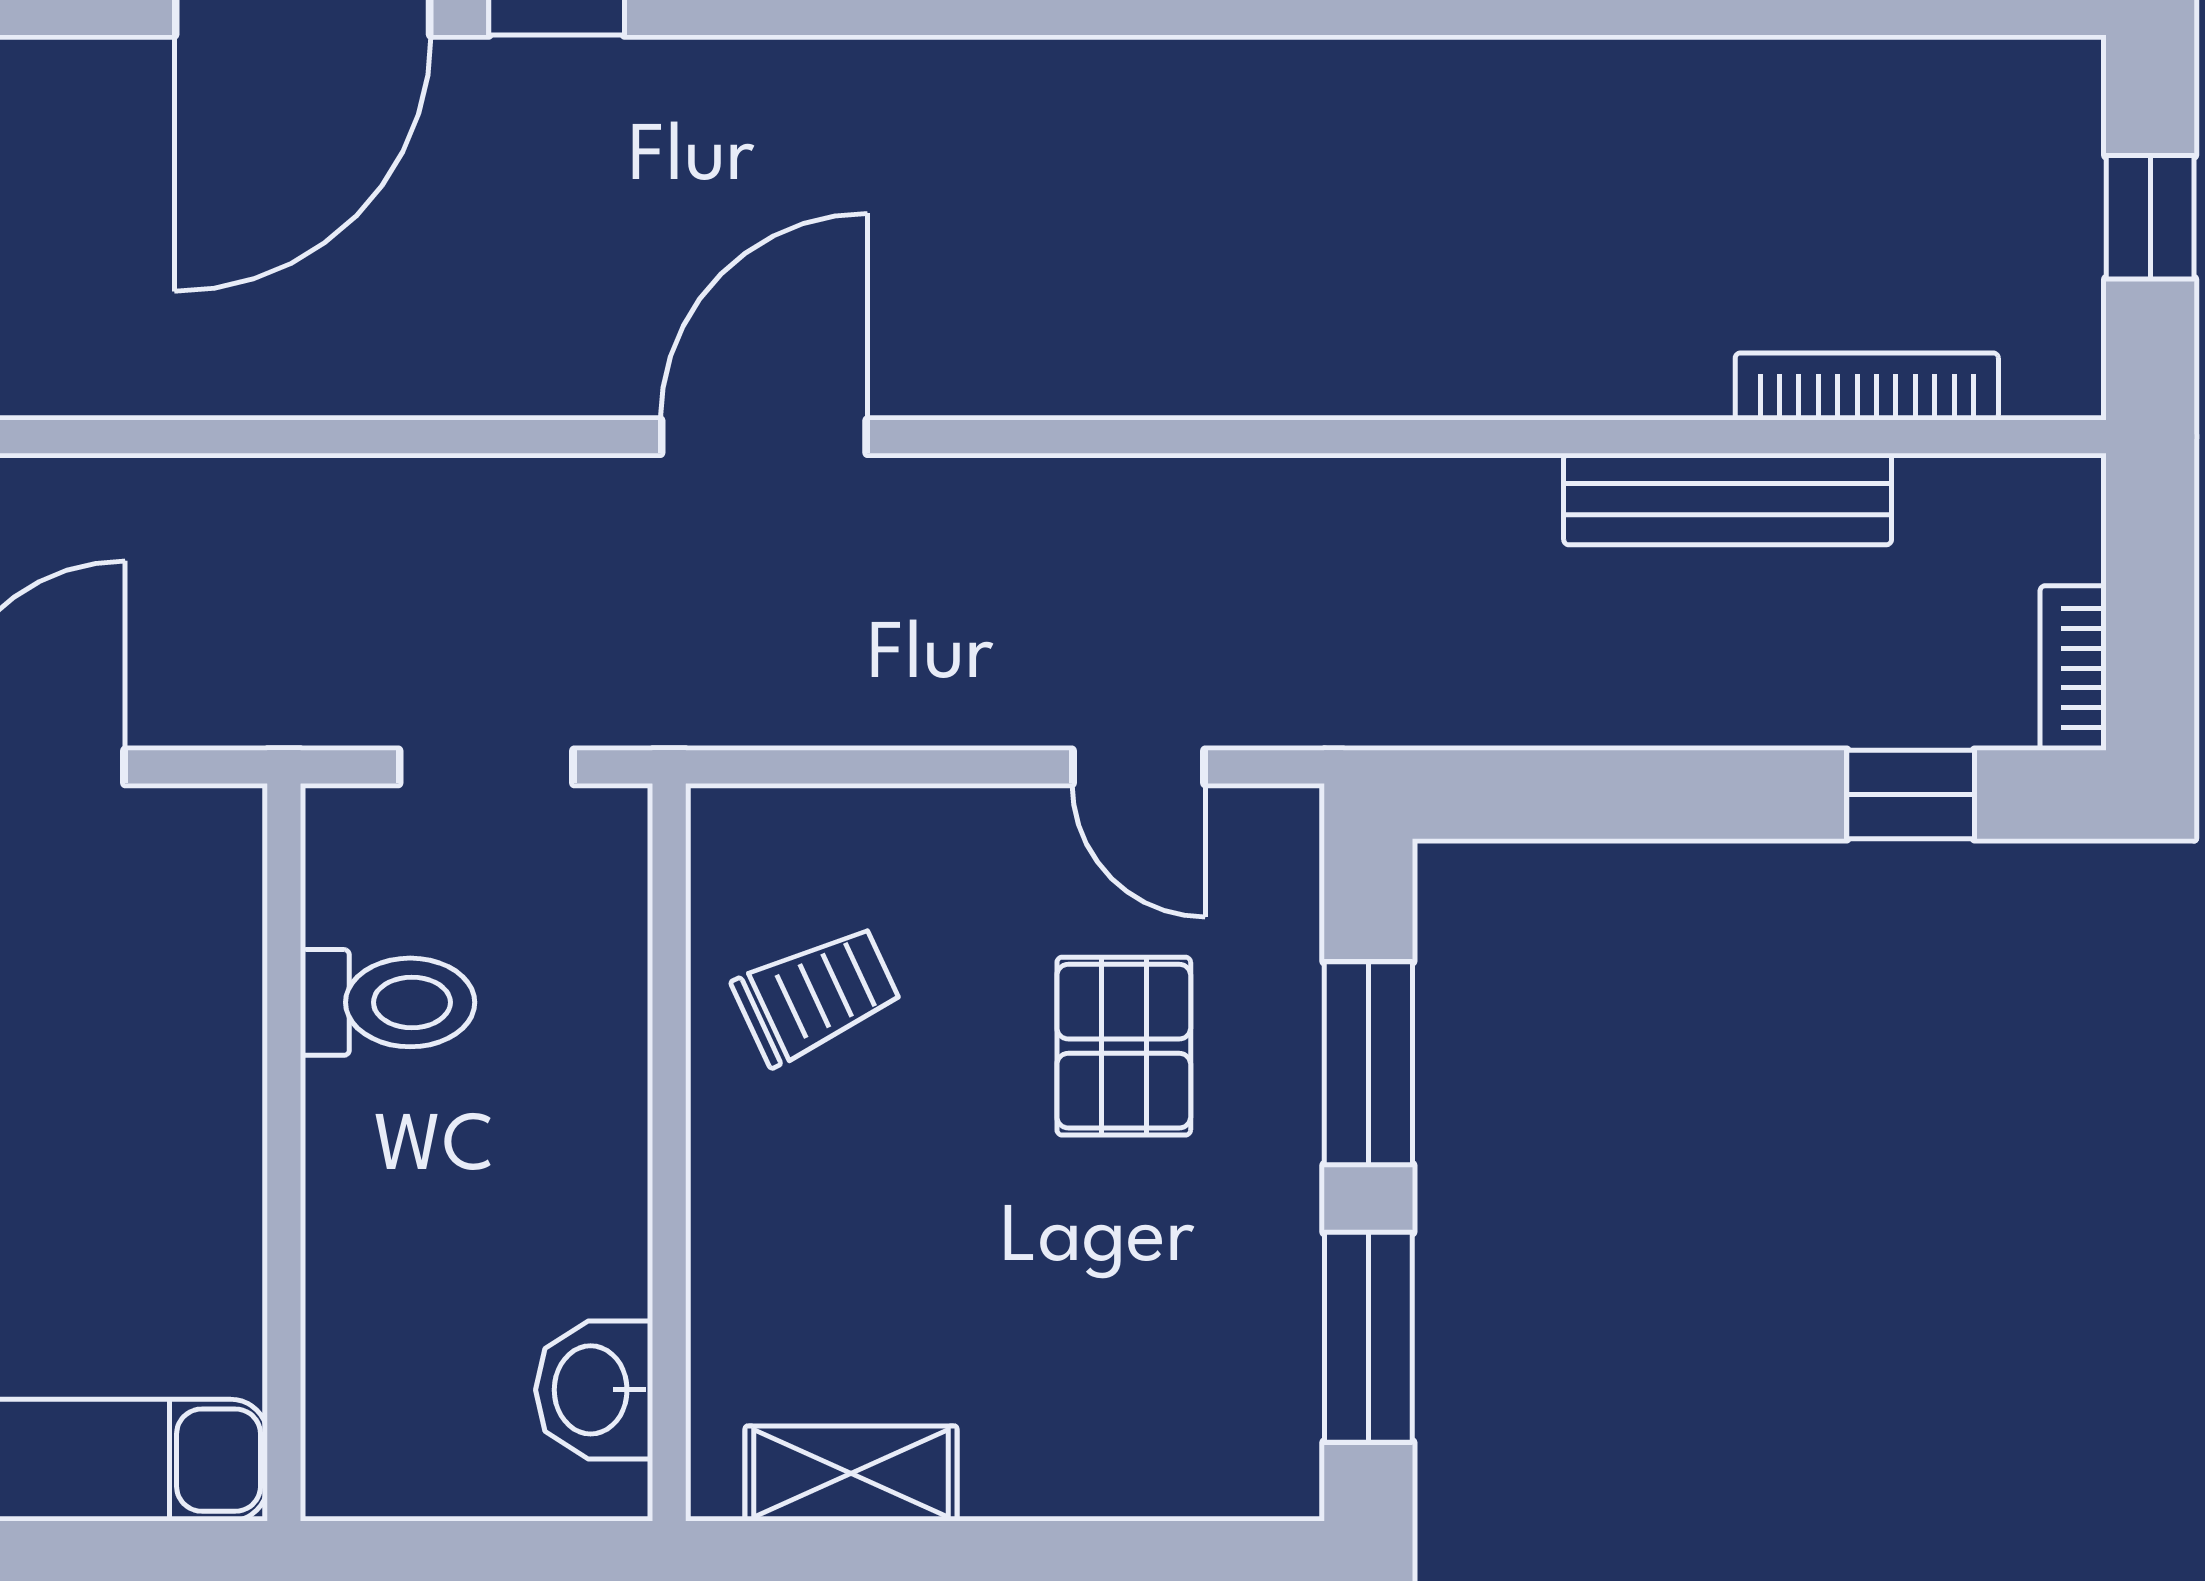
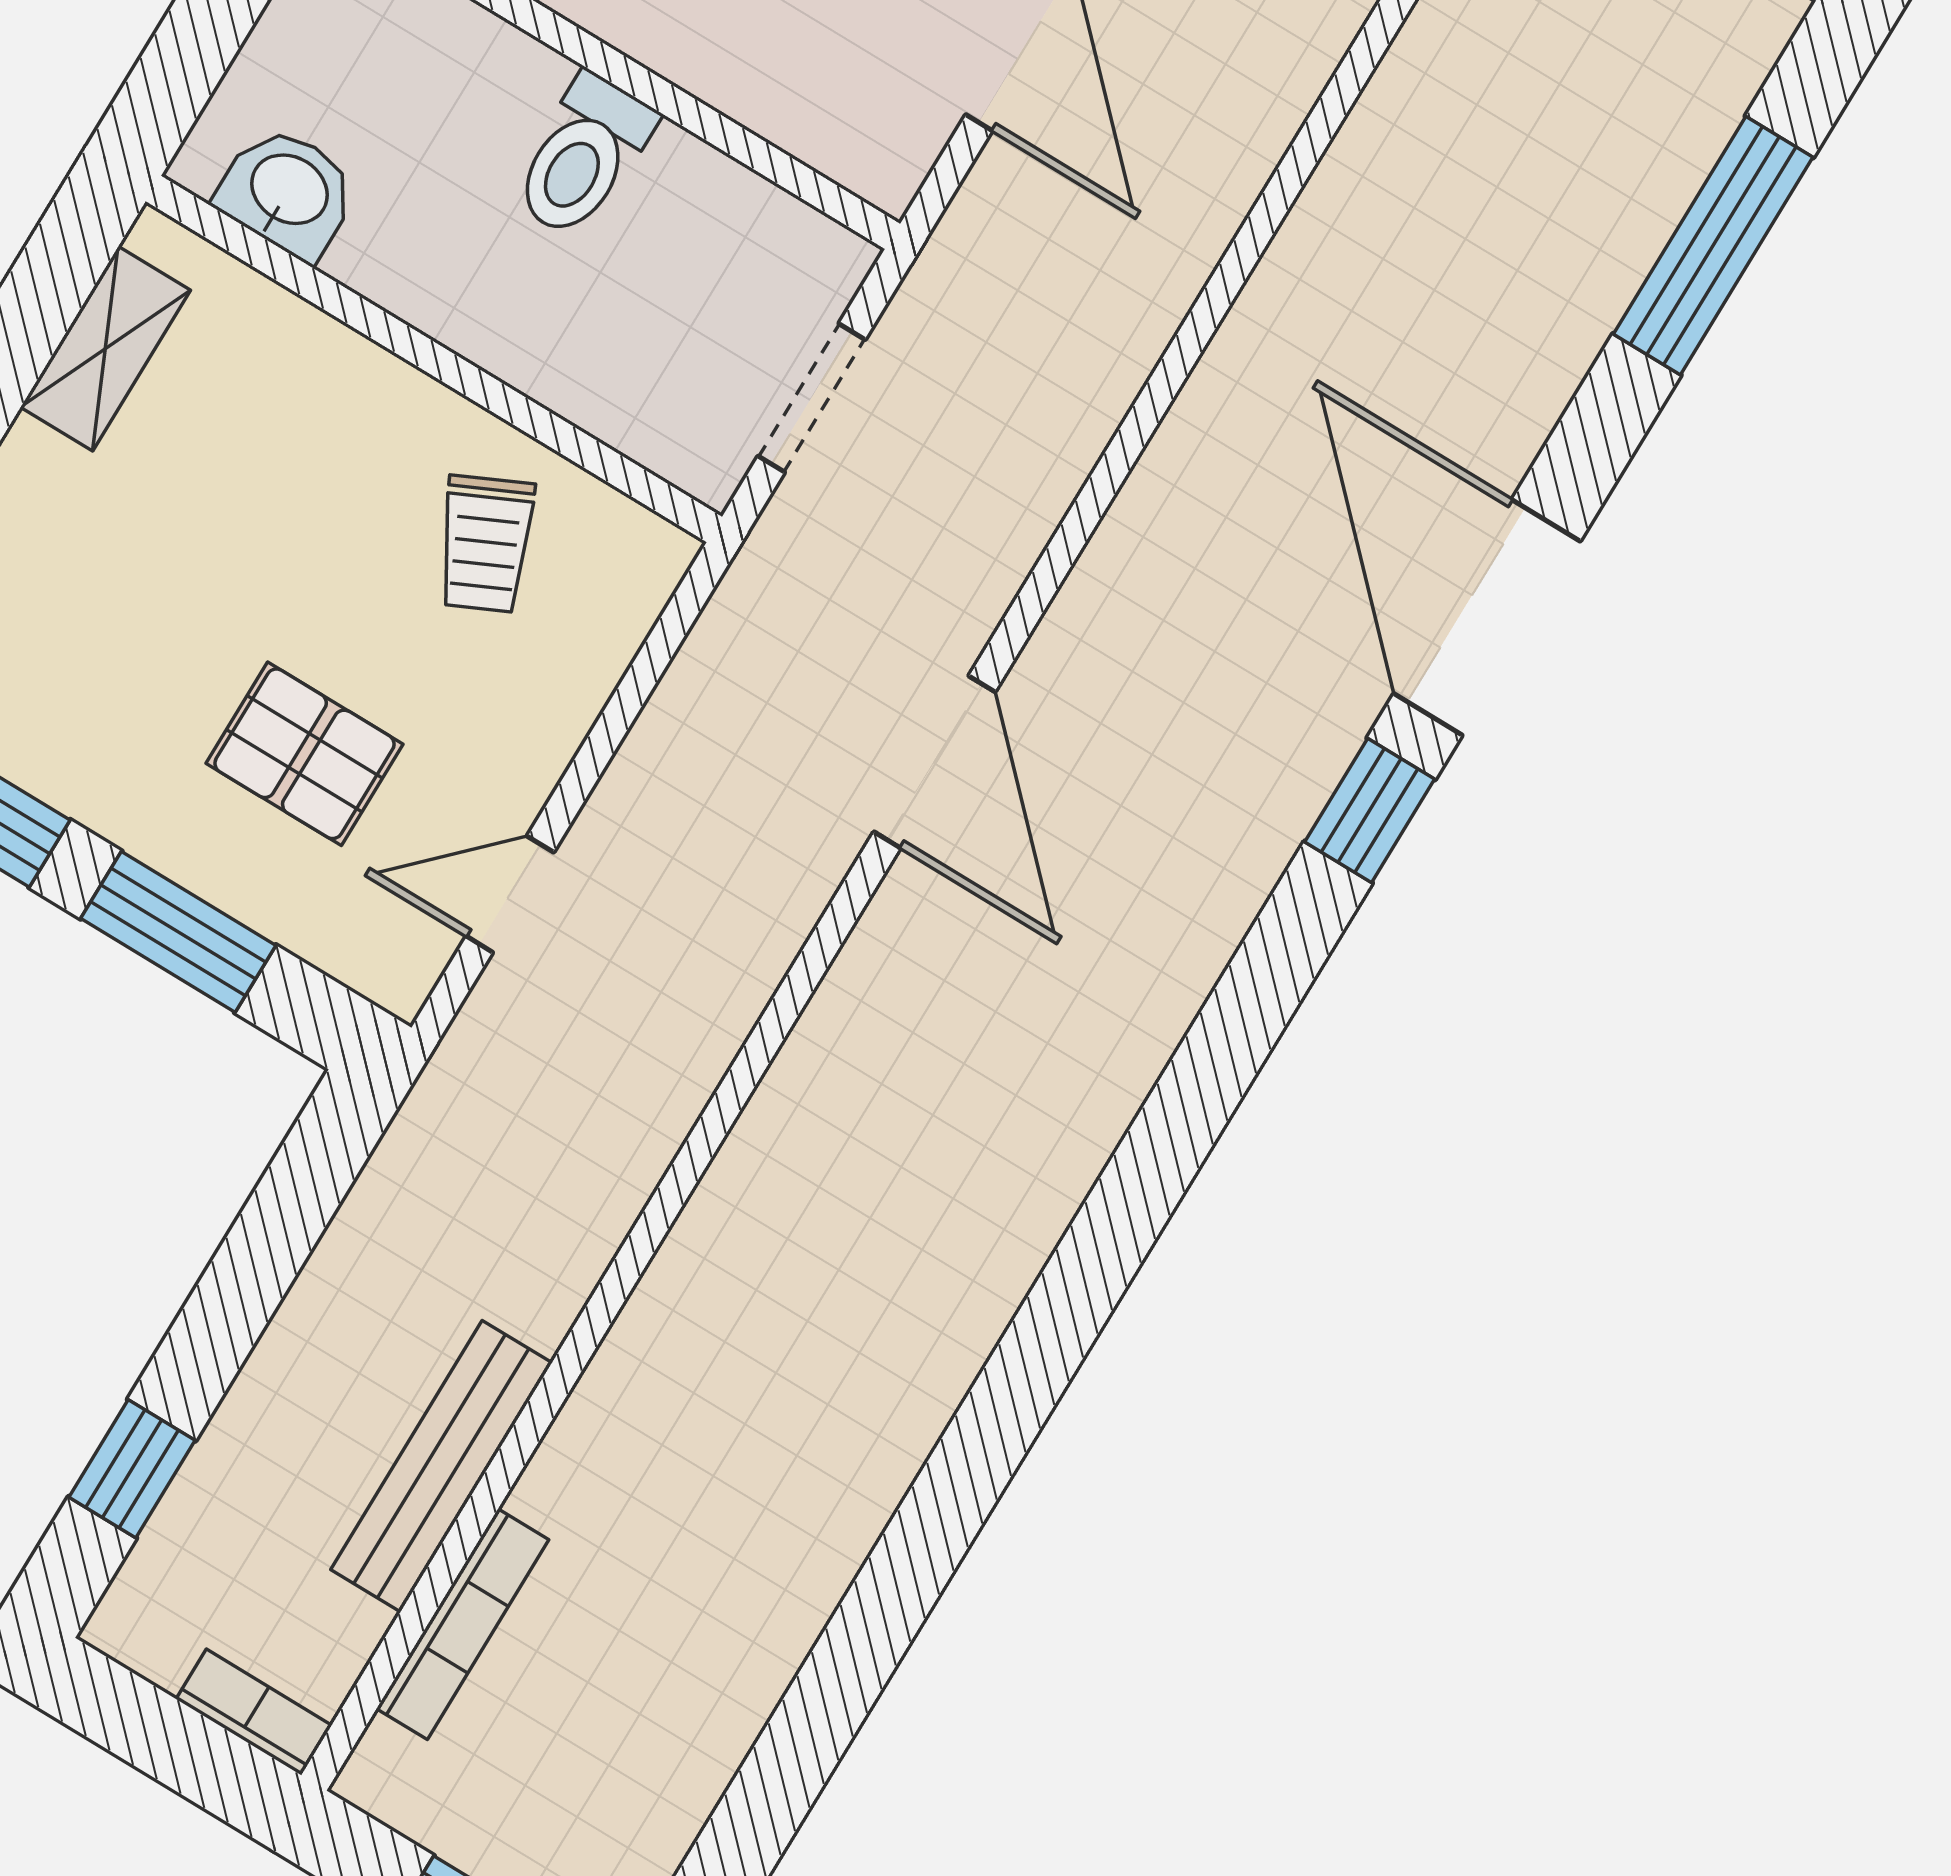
bookcase: (2073, 668) -> (254, 1712), moved
toilet: (388, 1002) -> (583, 156), moved

